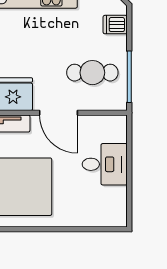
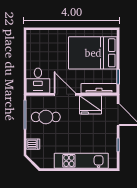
desk: (105, 164) -> (38, 81), moved, turned -90

